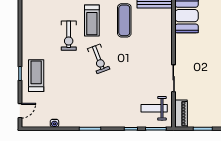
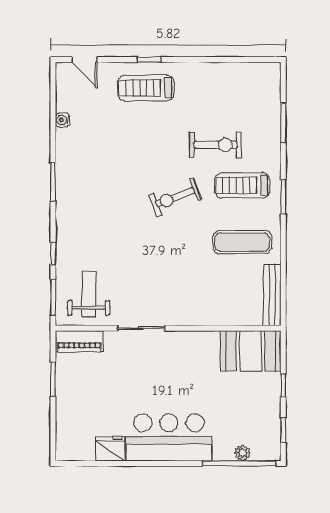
exercise bike: (69, 36) -> (215, 145), turned 180
treadmill: (36, 76) -> (146, 88), turned 180

